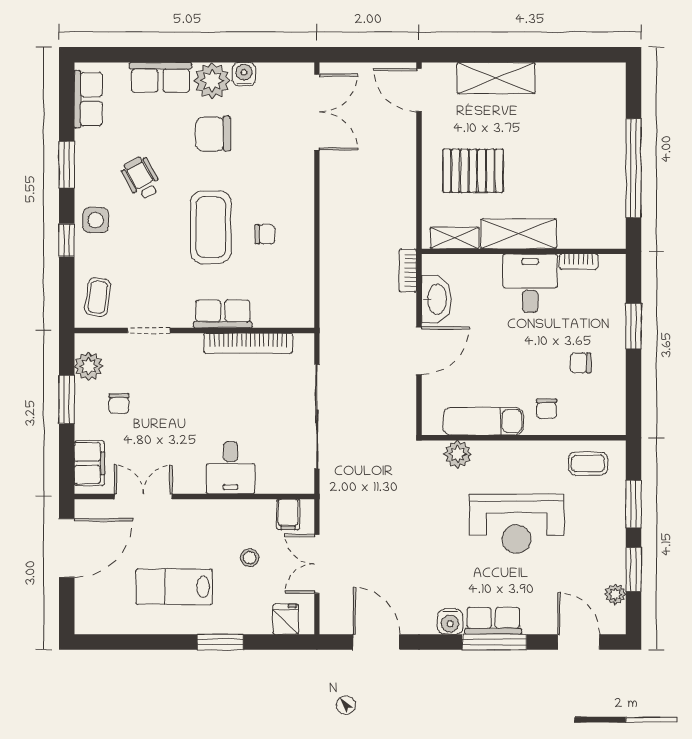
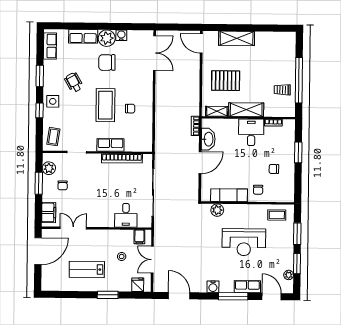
trolley: (597, 190) -> (282, 90), added
desk: (231, 468) -> (126, 215), moved
row of seats: (493, 621) -> (247, 287), moved

